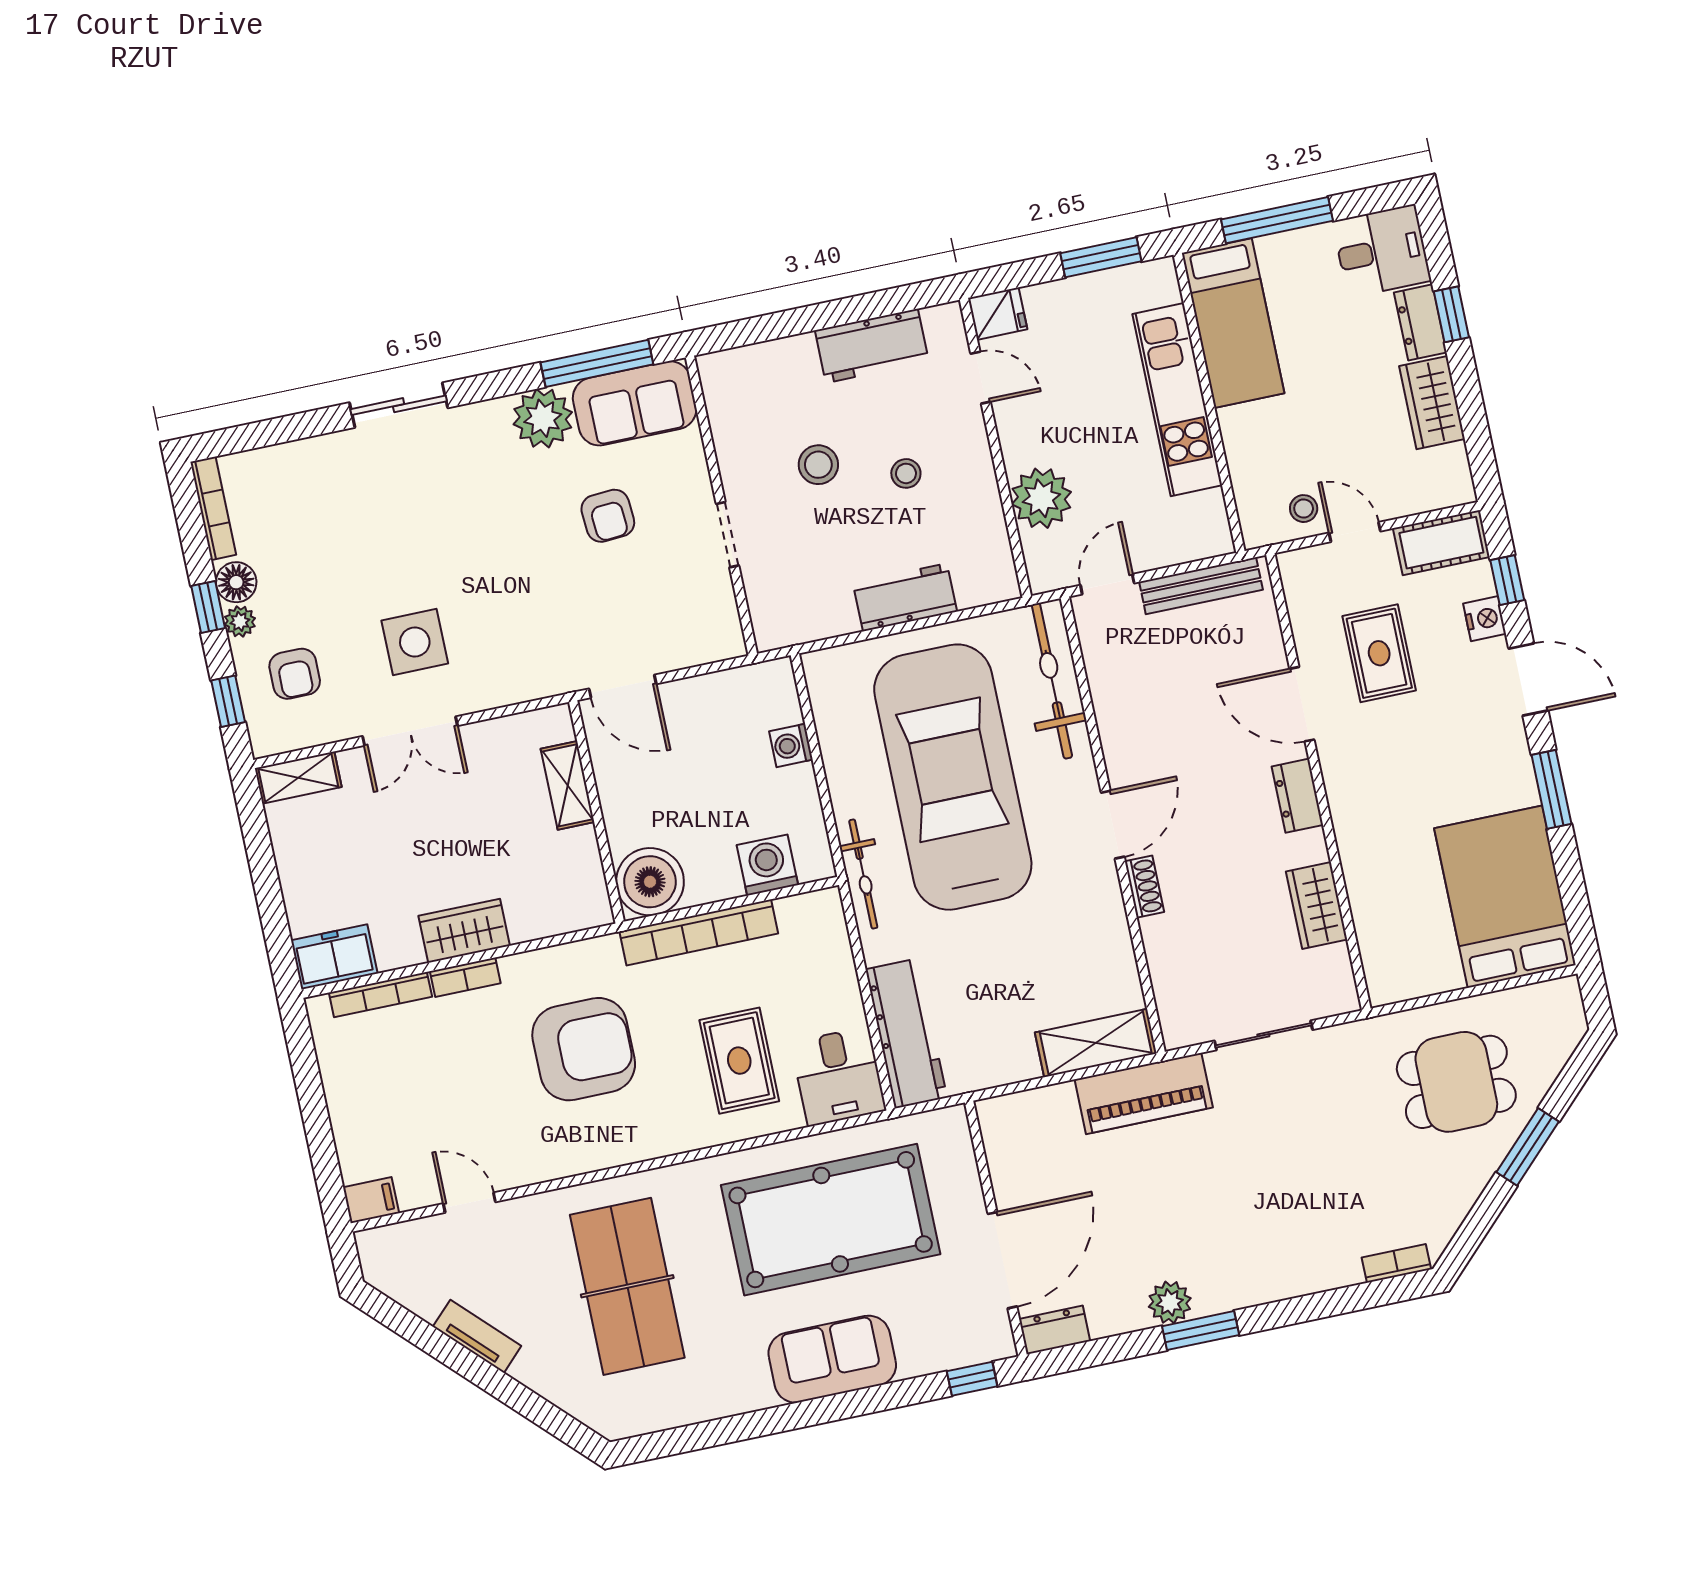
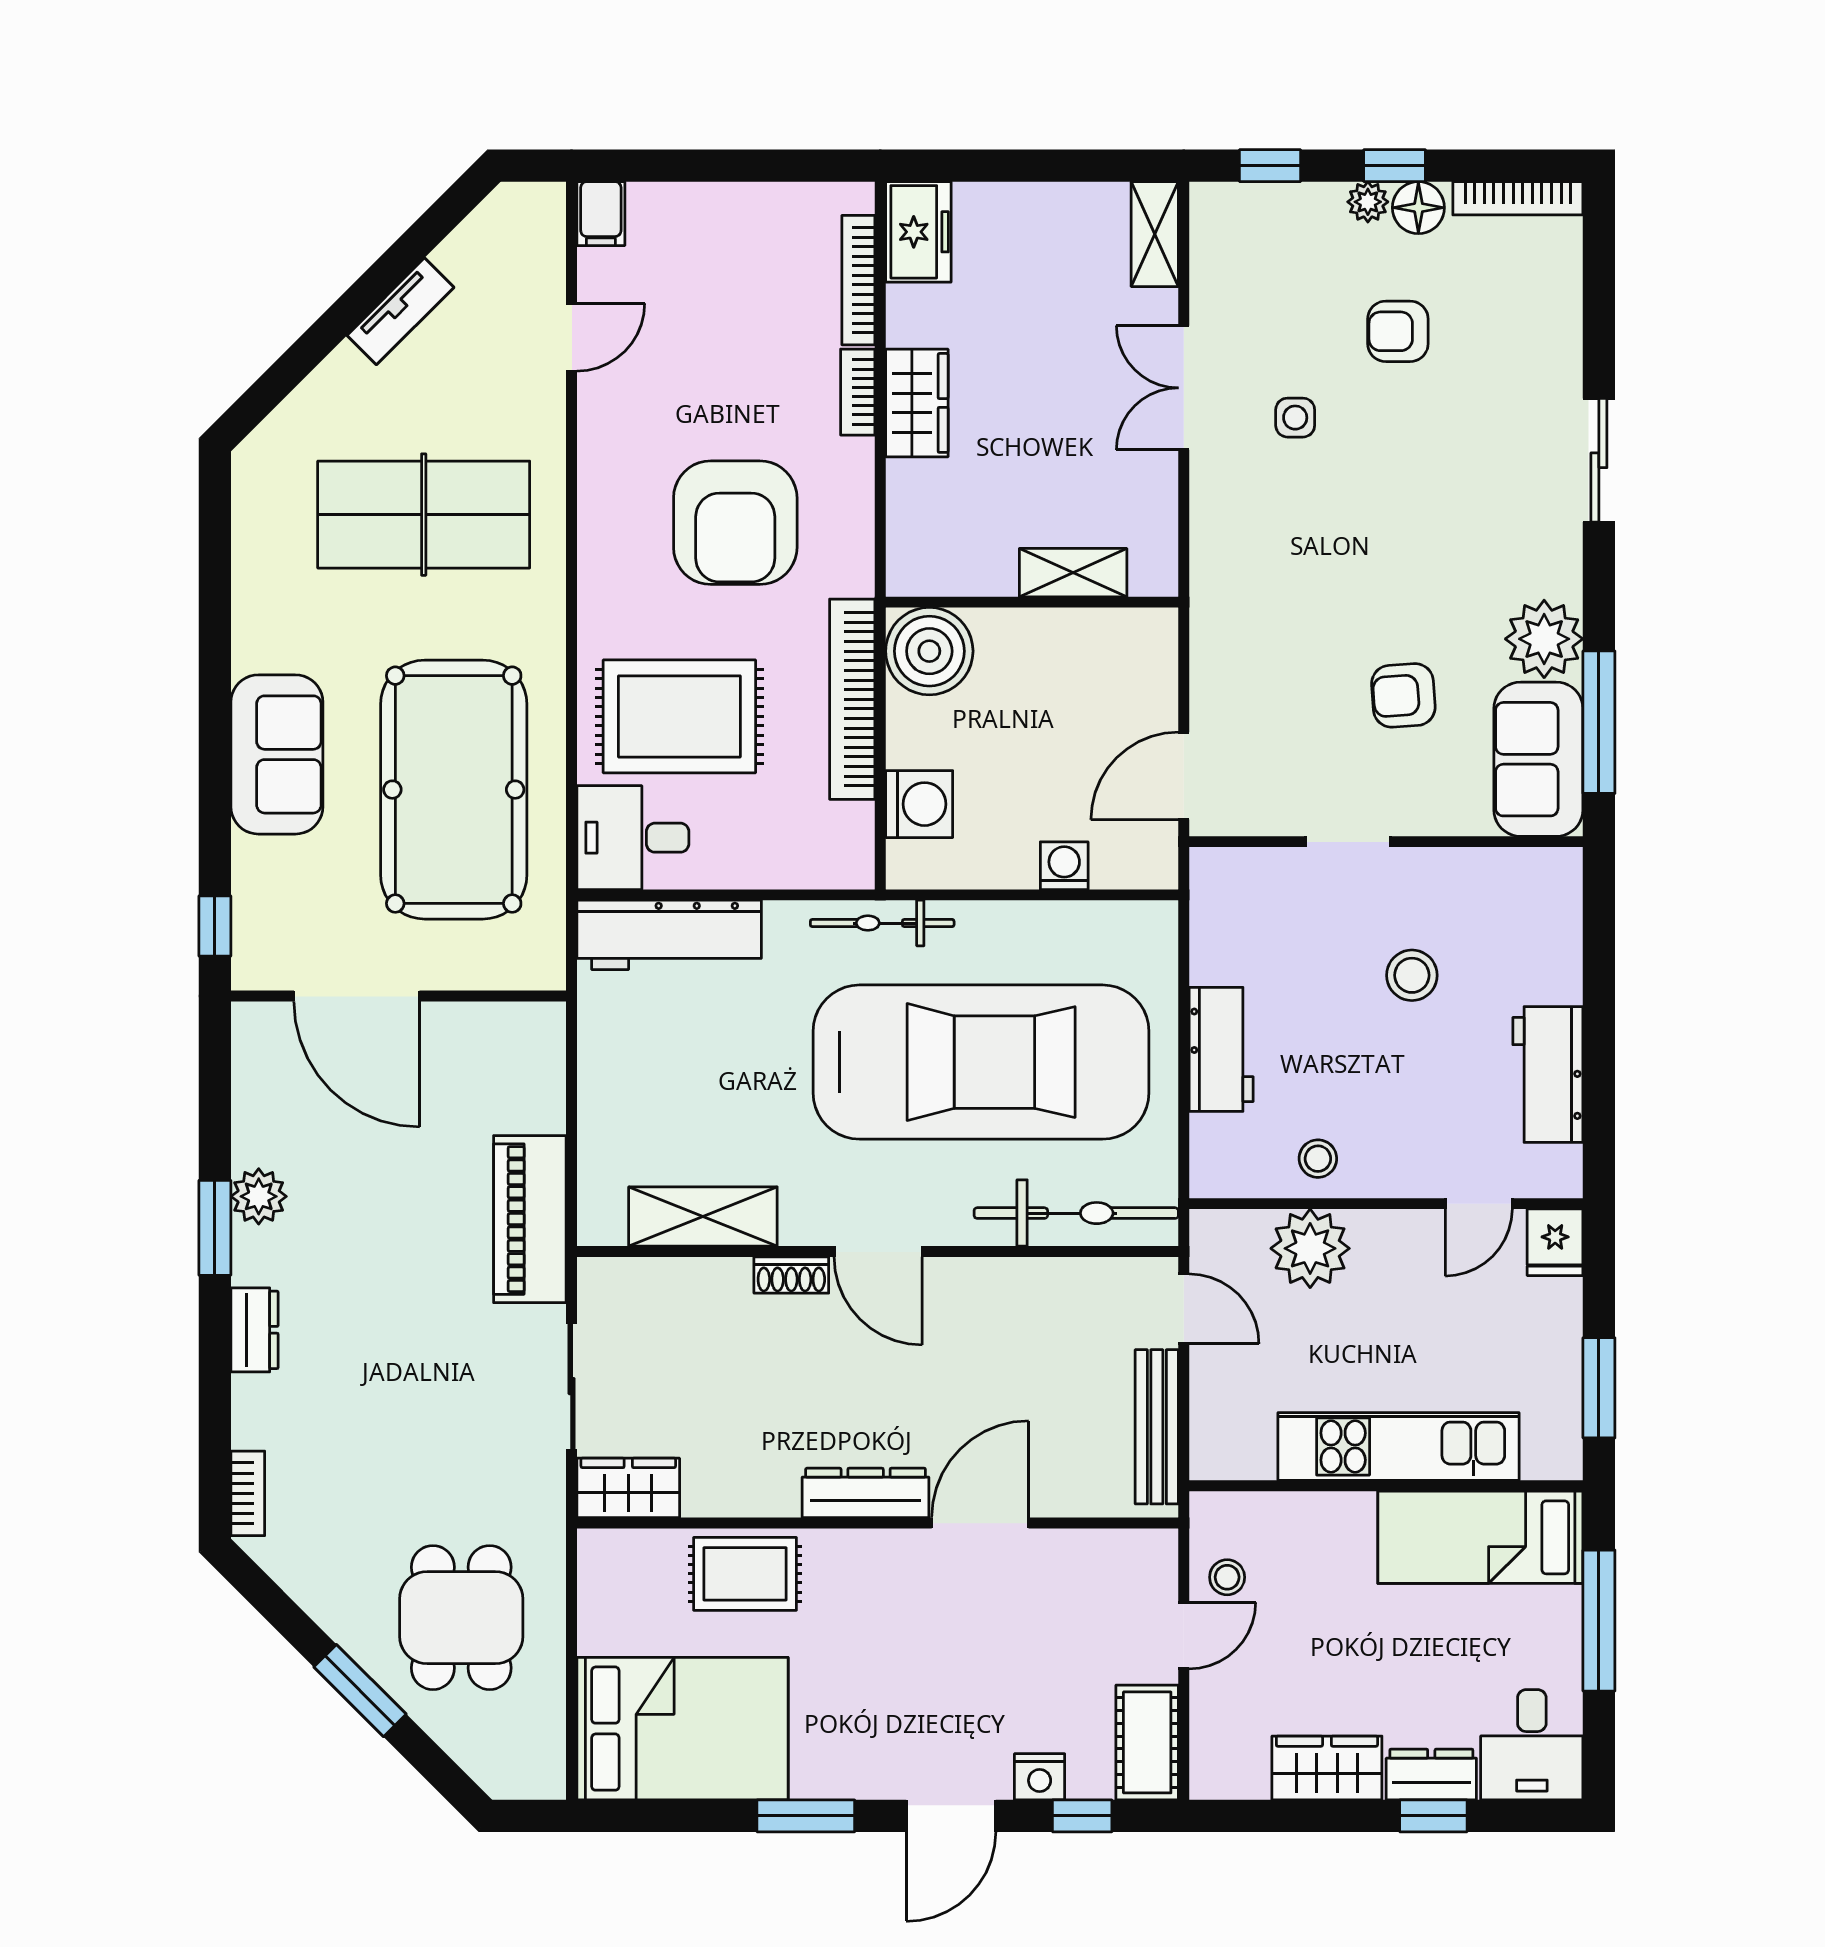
stool: (906, 473) -> (1318, 1159), moved
side table: (415, 642) -> (1295, 418), width x0.54, depth x0.54
rug: (1379, 653) -> (745, 1574), moved
armchair: (295, 674) -> (1398, 331), moved
door: (623, 686) -> (1184, 776), moved
dresser: (1297, 796) -> (866, 1493), width x1.44
wardrobe: (1317, 906) -> (628, 1488), moved
shelving: (1096, 1043) -> (703, 1217), moved, turned 90
rug: (739, 1061) -> (679, 716), width x1.36, depth x1.43
dresser: (1055, 1330) -> (255, 1330), moved

